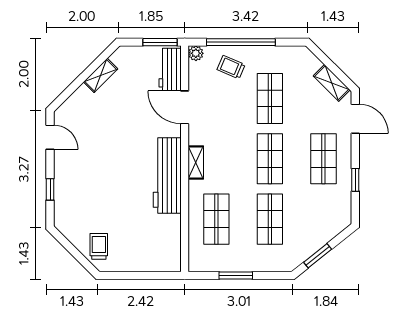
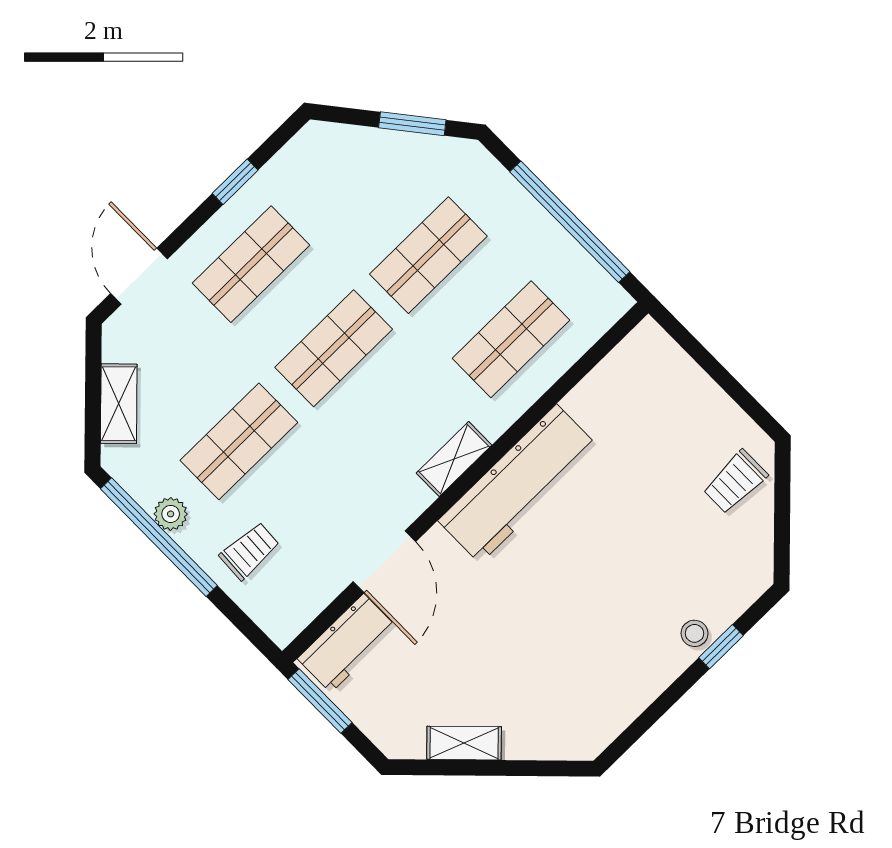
window: (241, 42) -> (159, 537), moved
plant: (196, 53) -> (171, 514), moved
trolley: (231, 67) -> (250, 551), turned -110
shelving: (332, 83) -> (119, 404), moved
door: (50, 137) -> (639, 727), removed
stool: (63, 185) -> (694, 633), added
window: (236, 275) -> (570, 222), width x2.11

